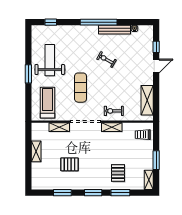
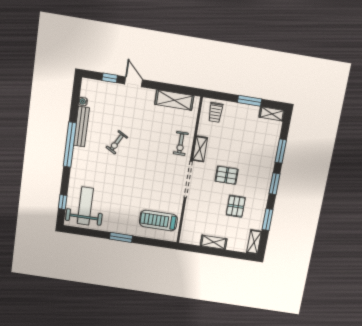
weight bench: (50, 60) -> (85, 206), moved, turned 90
exercise mat: (81, 88) -> (146, 179), removed
shelving: (59, 127) -> (254, 242), moved
pallet: (118, 173) -> (227, 175), moved

